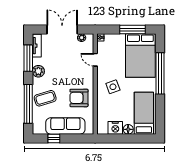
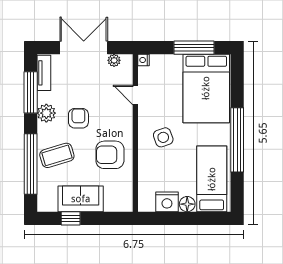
window: (160, 73) -> (237, 140), moved
armchair: (59, 75) -> (78, 118), added
sofa: (65, 126) -> (81, 199), width x0.73

